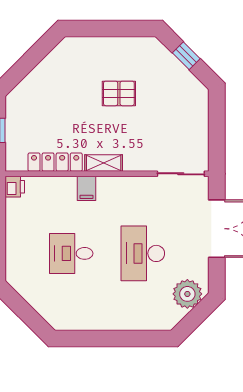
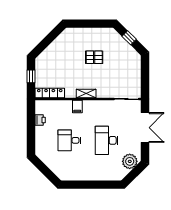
locker: (55, 162) -> (50, 93), moved
printer: (15, 187) -> (40, 120), moved

